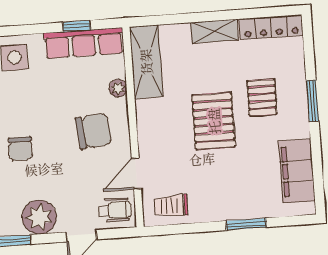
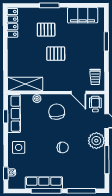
shelving: (215, 31) -> (13, 50), removed
pallet: (214, 121) -> (56, 54), width x0.67, depth x0.71

